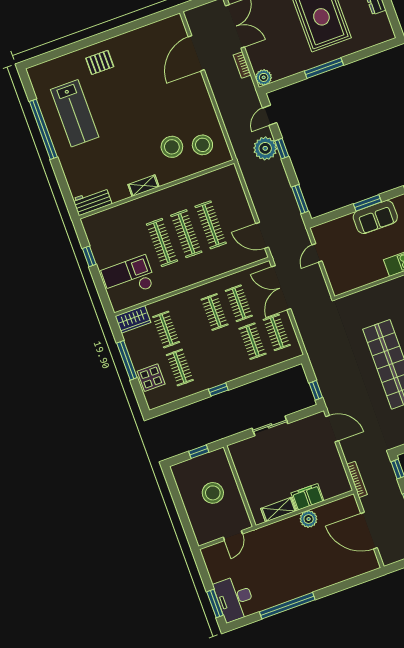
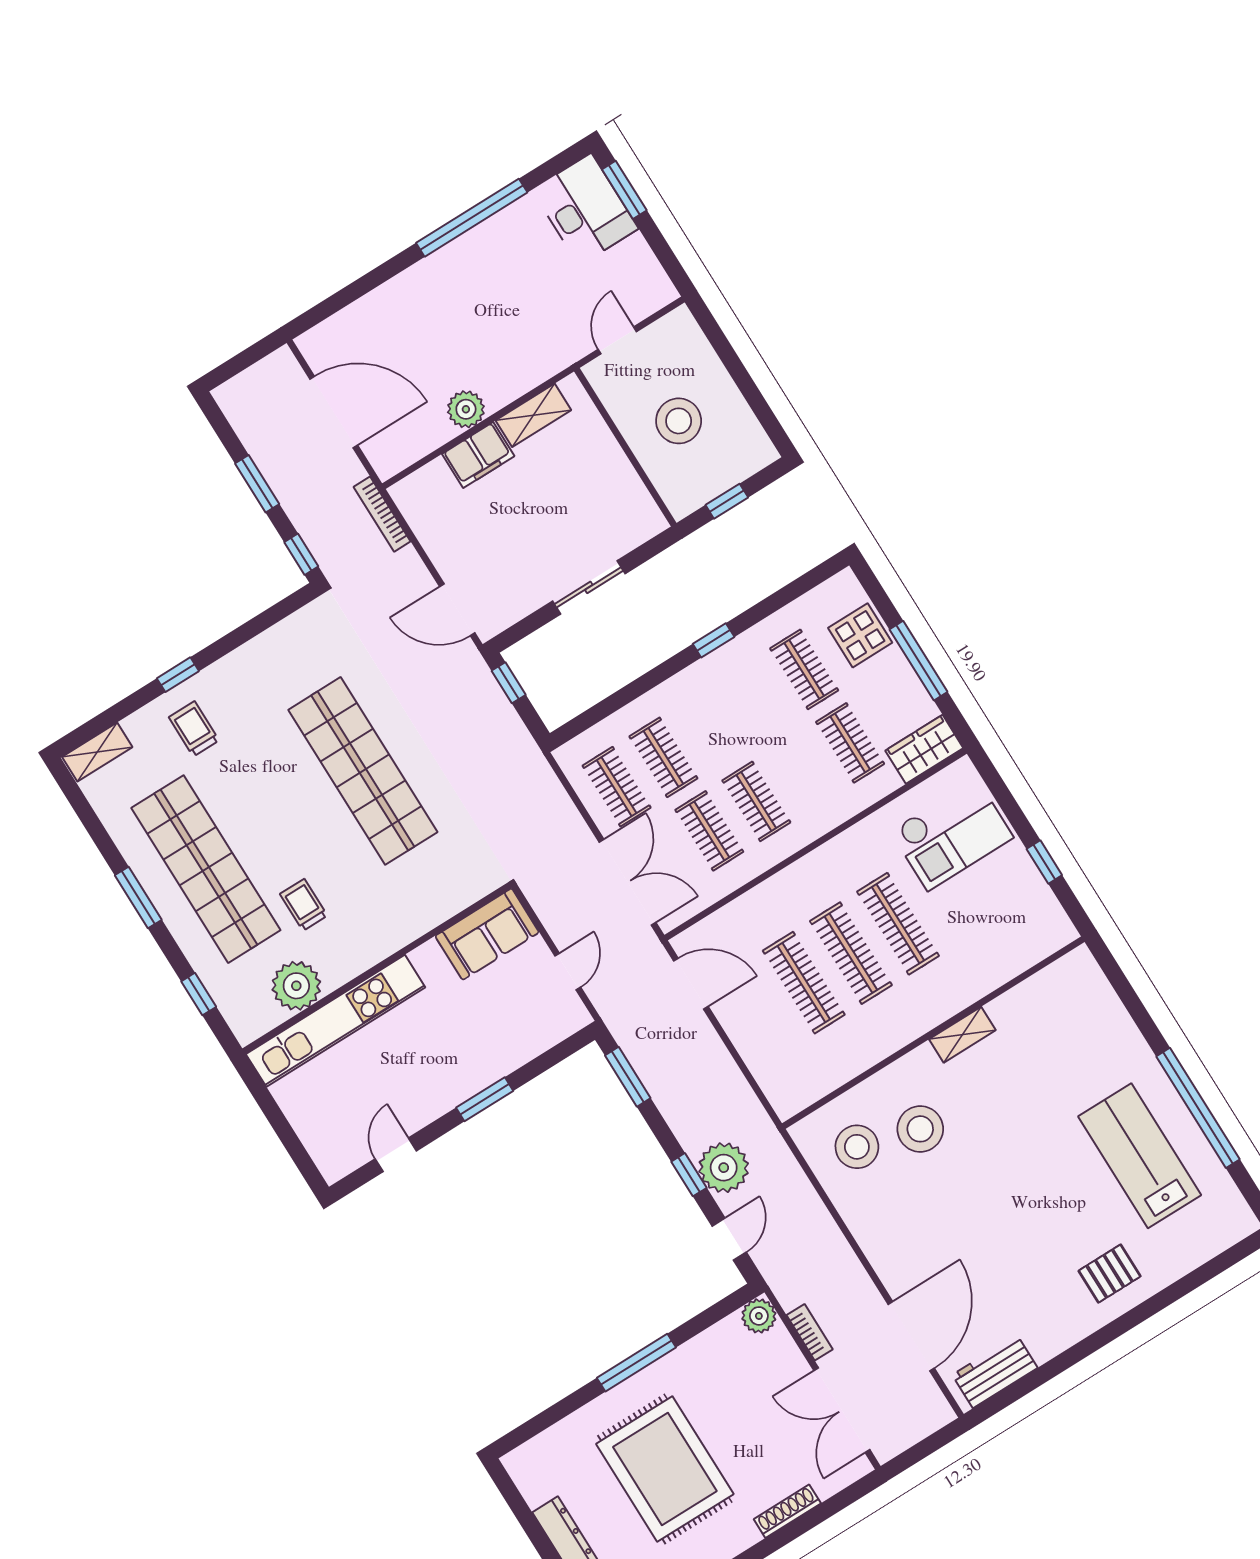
workbench: (92, 201) -> (995, 1371), moved, turned 180
sofa: (375, 217) -> (487, 934), moved, turned 180

